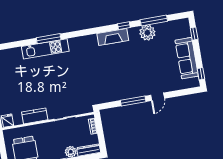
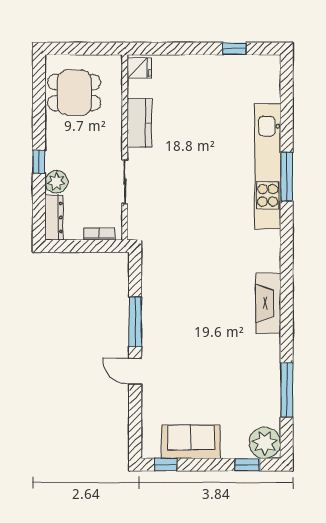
window: (124, 26) -> (287, 329), removed
plant: (147, 33) -> (265, 443), moved
kitchen unit: (45, 49) -> (268, 166), width x1.36
sofa: (187, 58) -> (191, 442), width x0.73

